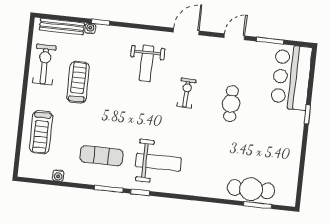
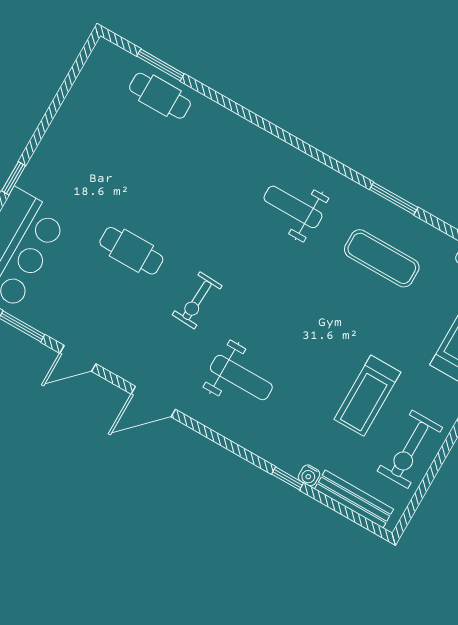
weight bench: (147, 63) -> (241, 378), turned 90
cafe table: (231, 104) -> (131, 251), turned 90
weight bench: (158, 162) -> (293, 207), width x0.73, depth x0.75
cafe table: (251, 189) -> (160, 96), width x0.73, depth x0.74
window: (140, 192) -> (344, 170), removed

